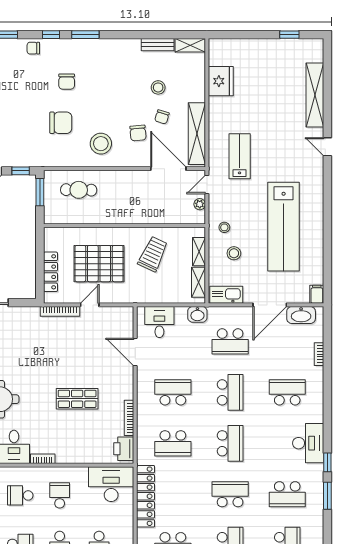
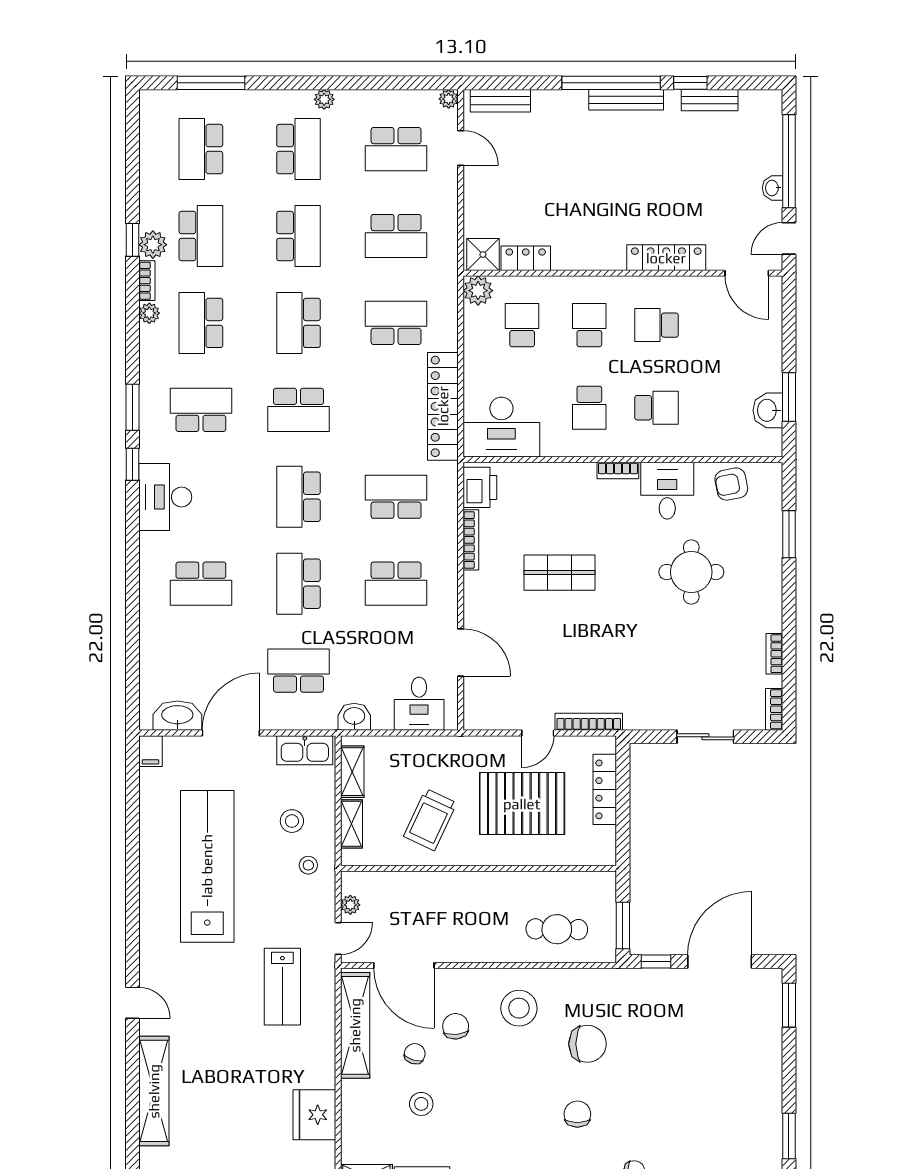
chair: (61, 123) -> (587, 1044), turned 180
bookcase: (319, 354) -> (147, 649), removed

